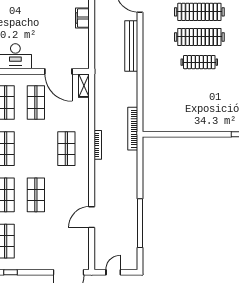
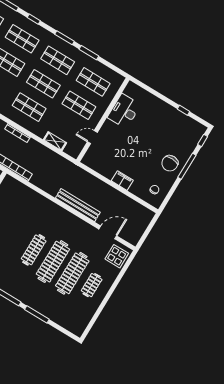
door: (58, 71) -> (92, 137), width x0.53
shelving: (84, 86) -> (55, 141), moved
shop shelf: (36, 149) -> (43, 84), added

